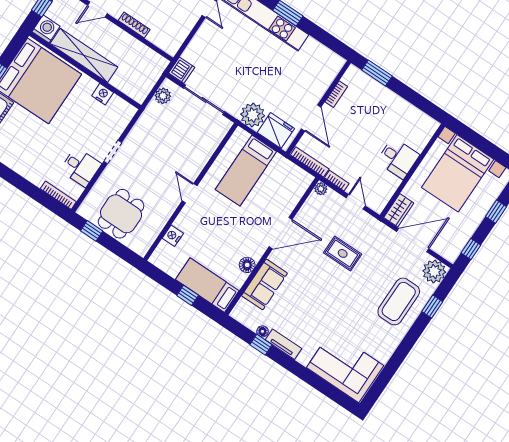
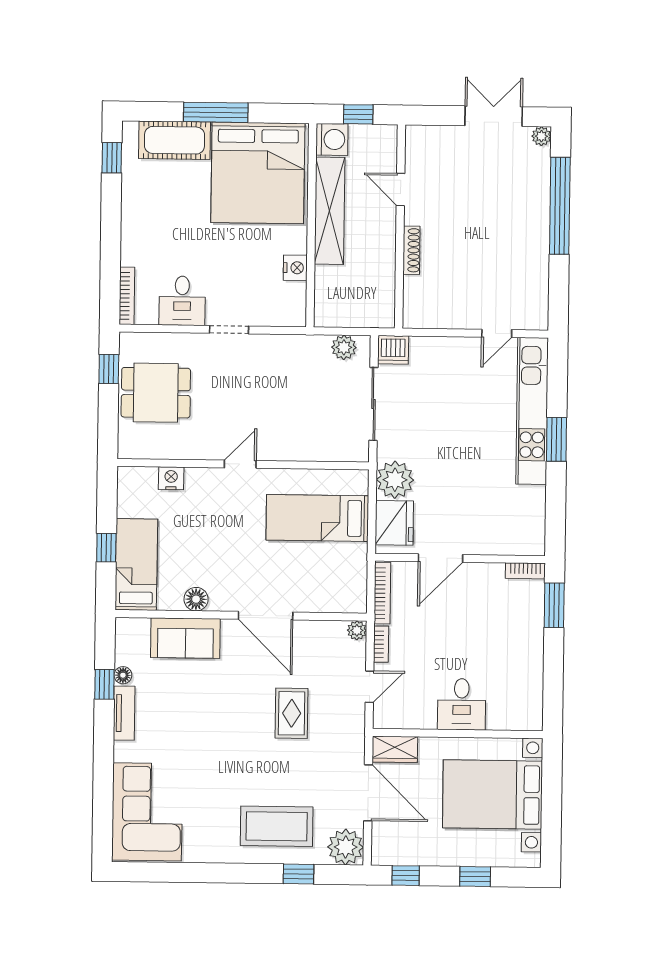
bookcase: (336, 94) -> (525, 571), moved

